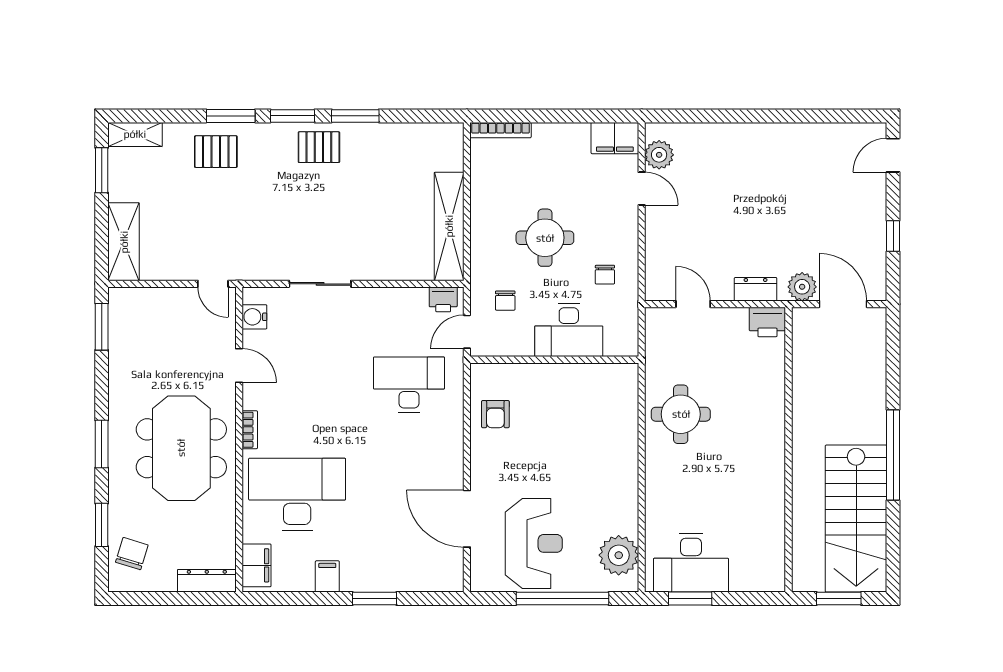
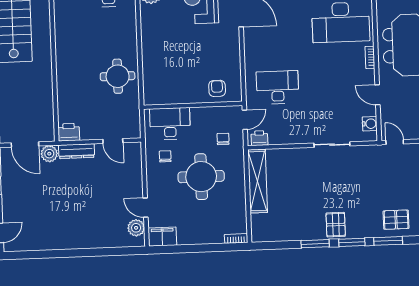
bookcase: (500, 130) -> (236, 238), width x0.64
pallet: (319, 147) -> (336, 225), turned 90
round table: (545, 238) -> (201, 177), width x1.36, depth x1.36
dresser: (756, 289) -> (77, 151), width x1.44
desk: (569, 330) -> (170, 124), moved
desk: (409, 385) -> (278, 87), turned 180
armchair: (495, 414) -> (217, 88), moved

